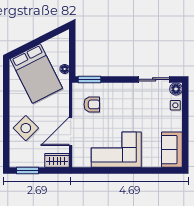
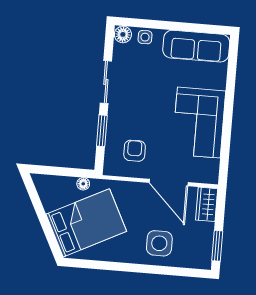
window: (90, 79) -> (102, 131), moved
sliding door: (154, 79) -> (106, 82), moved
side table: (26, 128) -> (159, 243), turned 45
sofa: (172, 150) -> (196, 46), width x1.36

